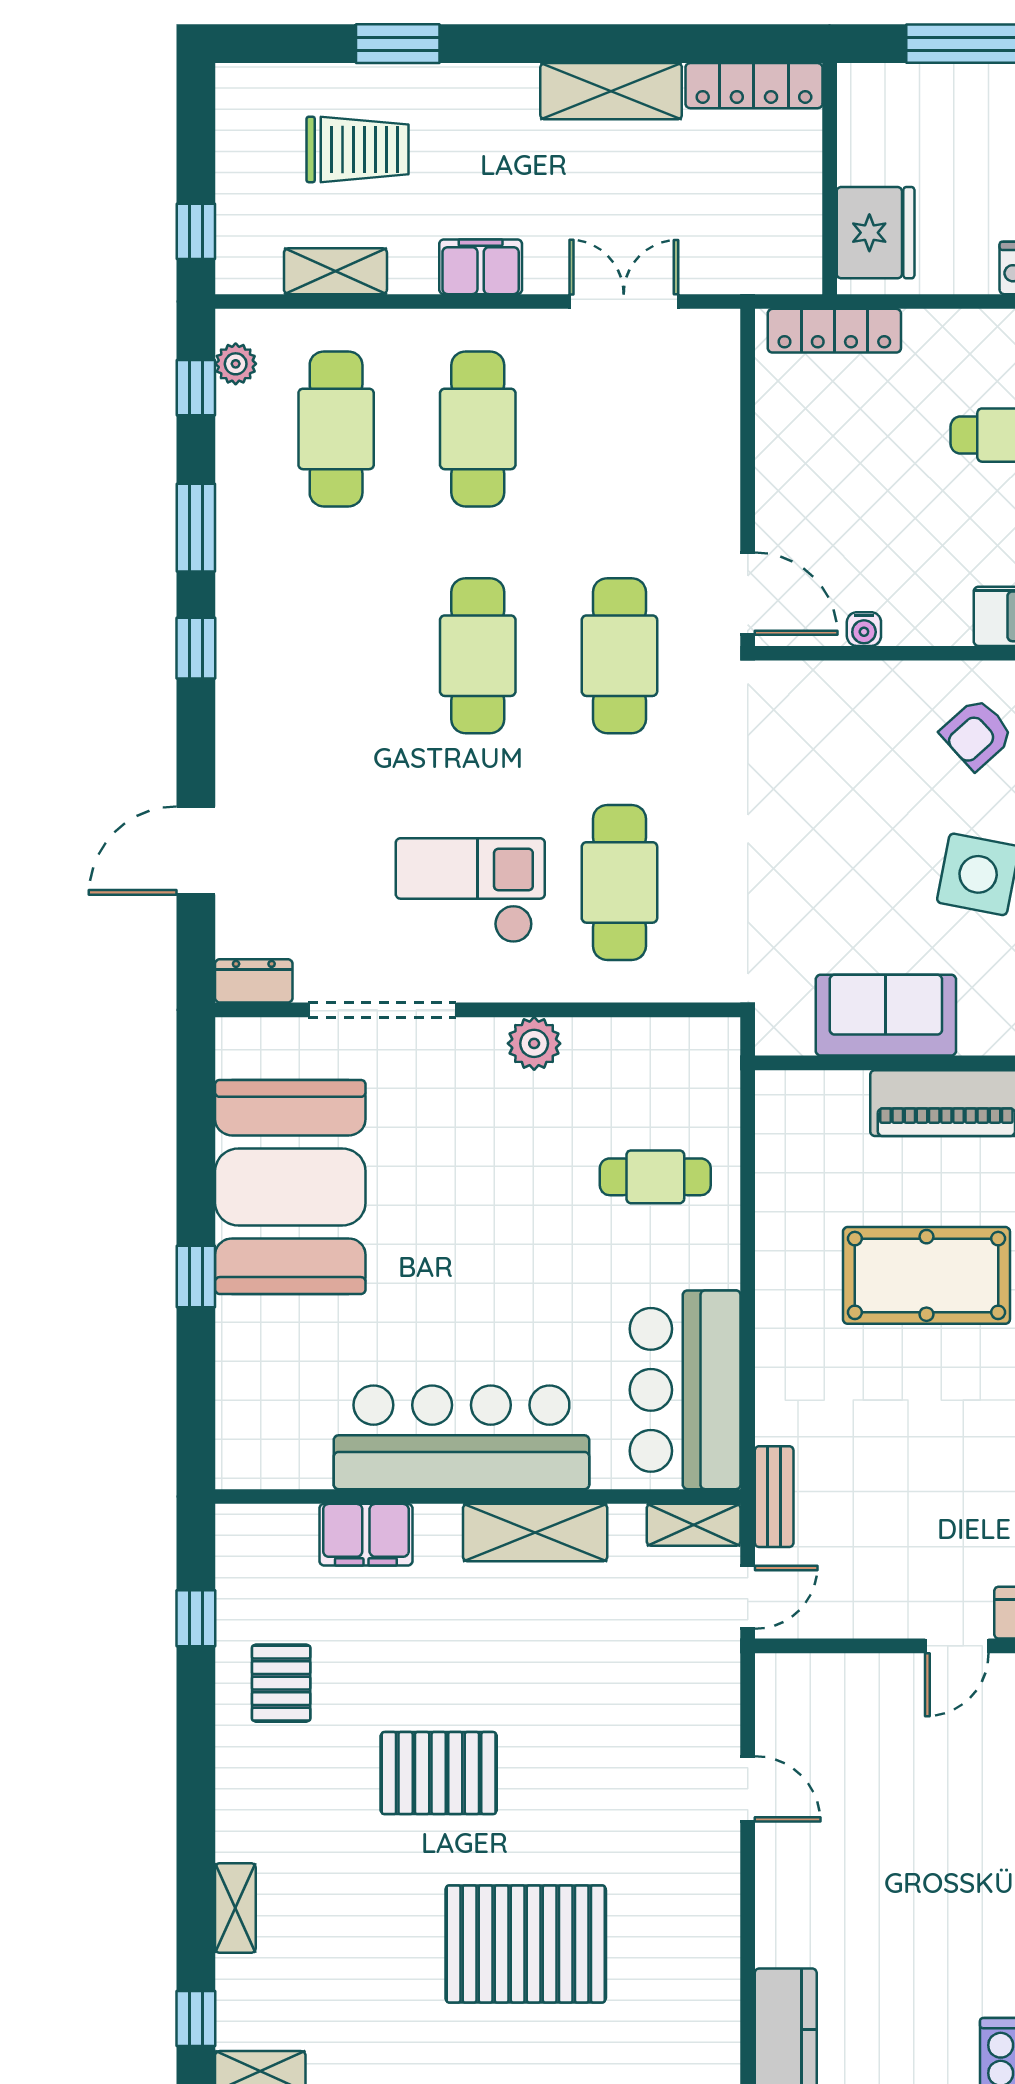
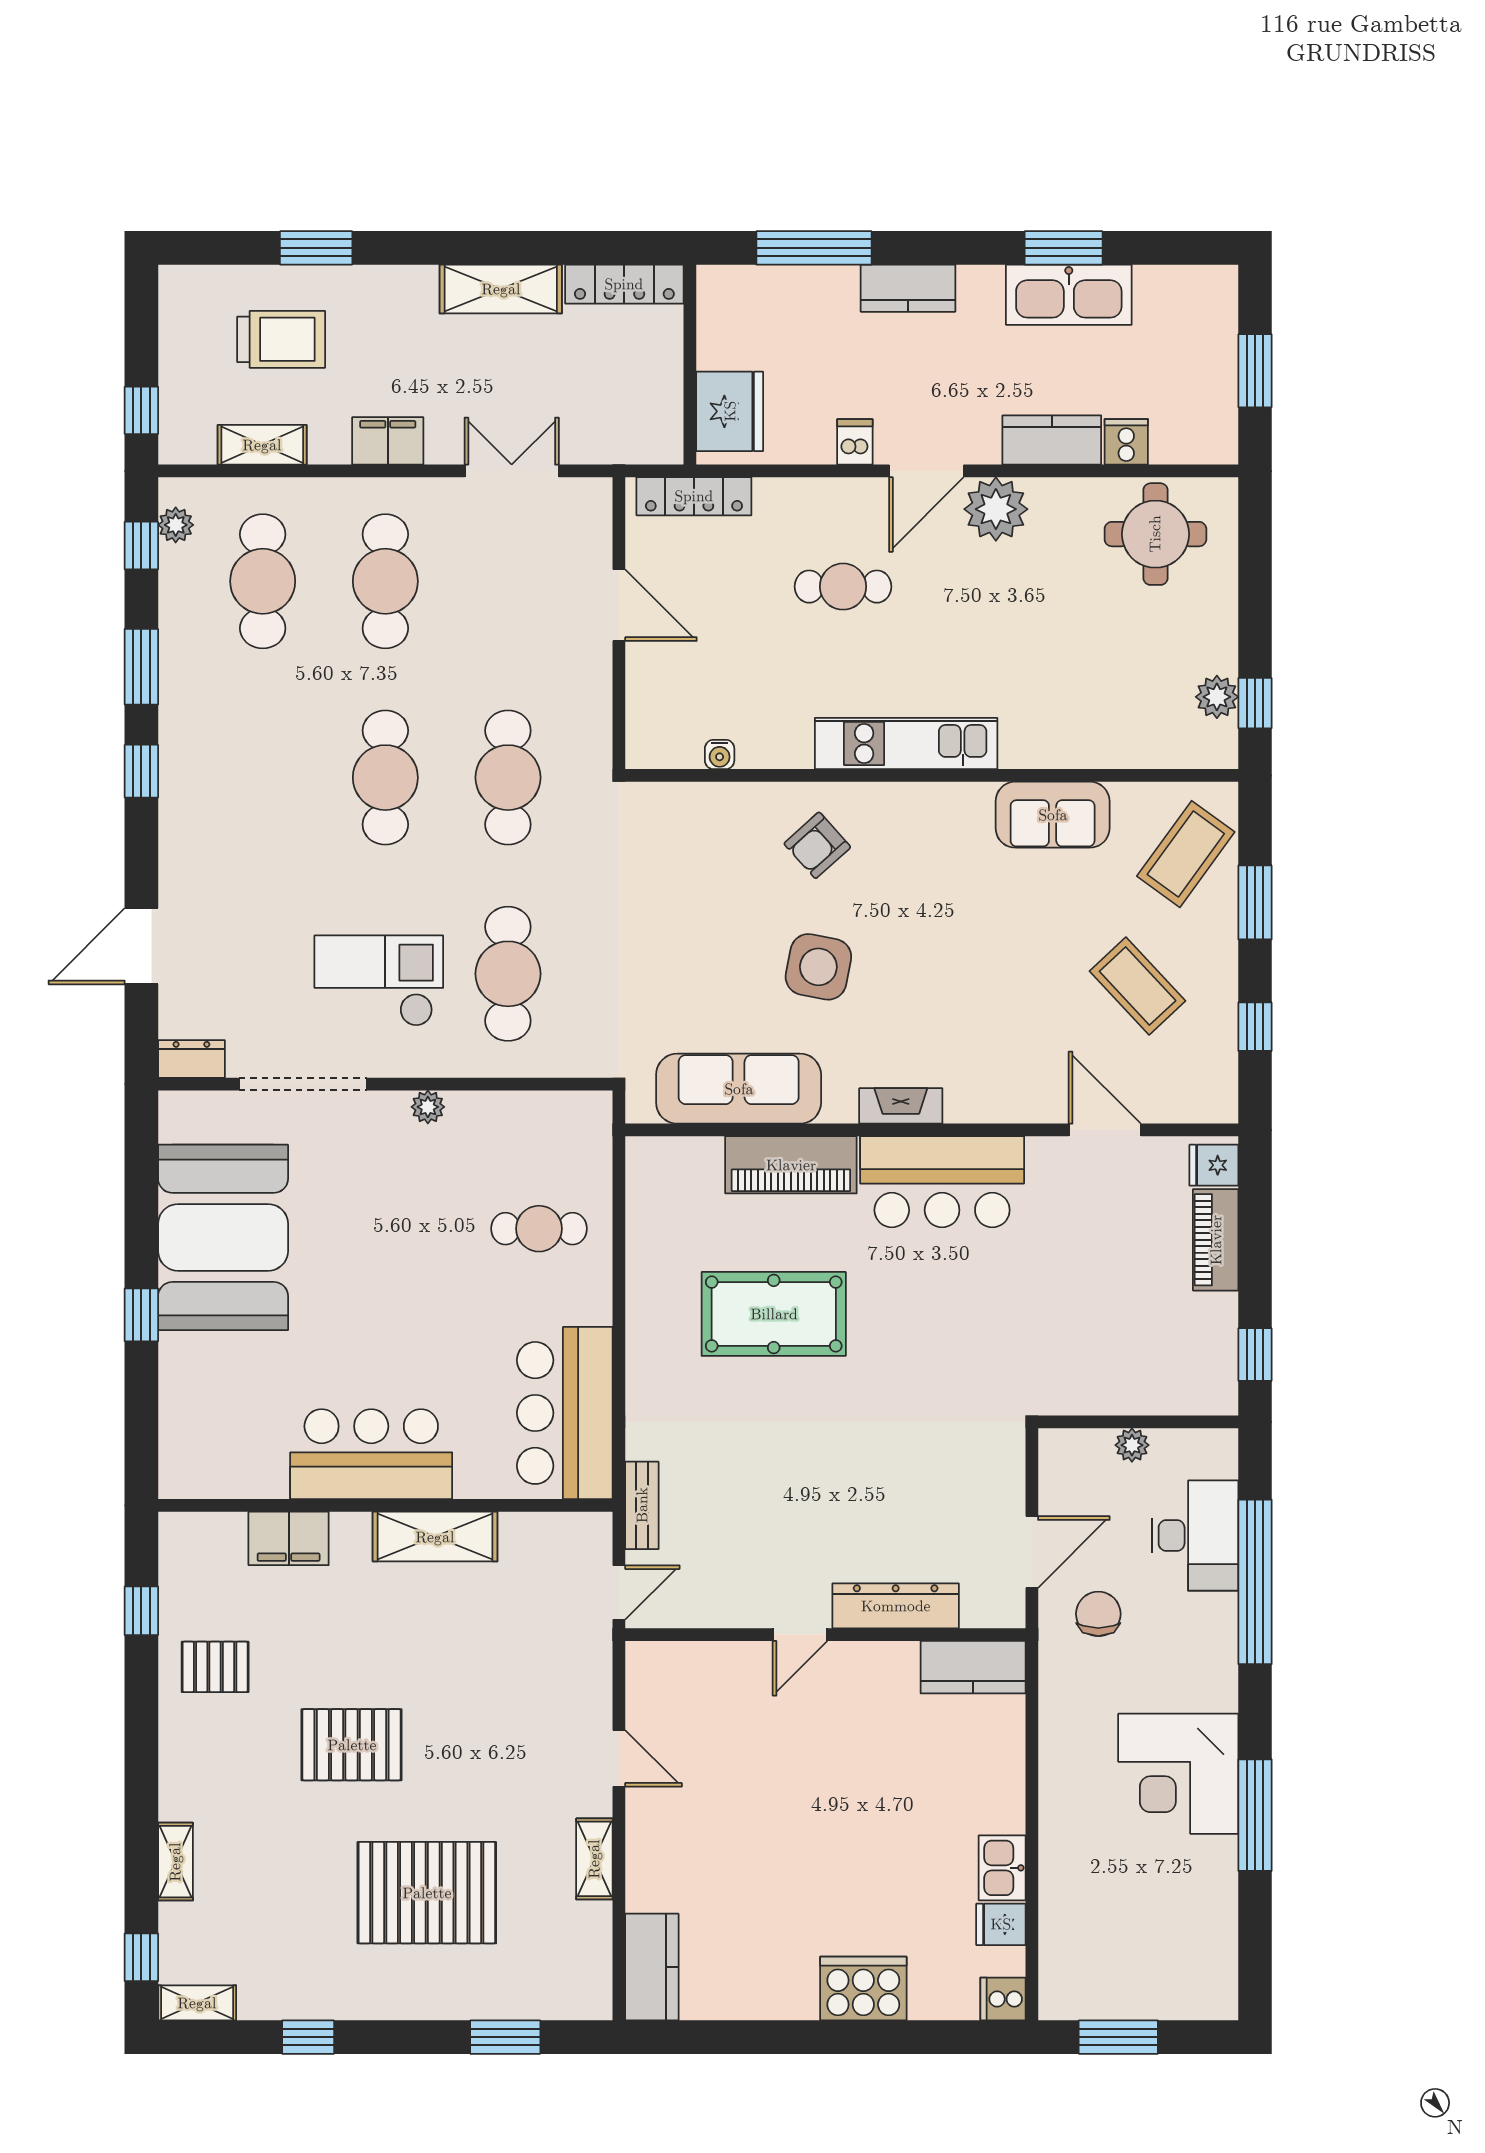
door: (748, 594) -> (619, 605), moved
sofa: (886, 1015) -> (739, 1089), width x1.36
plant: (534, 1043) -> (428, 1107), width x0.73, depth x0.73
bar counter: (461, 1437) -> (371, 1454), width x0.73
shelving: (694, 1525) -> (594, 1859), moved, turned 90
pallet: (281, 1683) -> (215, 1667), turned 90

